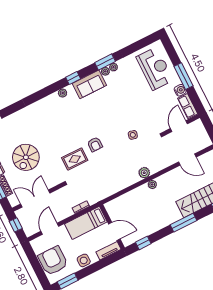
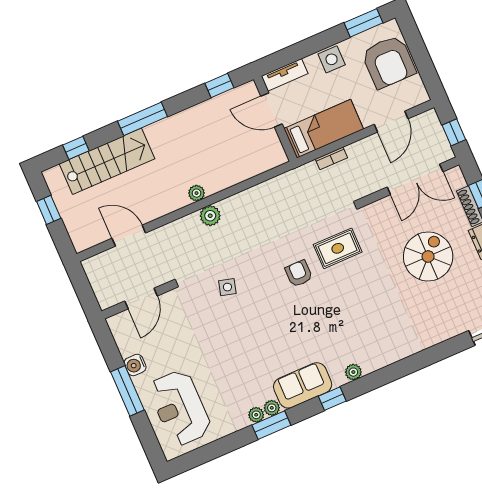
row of seats: (188, 106) -> (123, 335), removed

